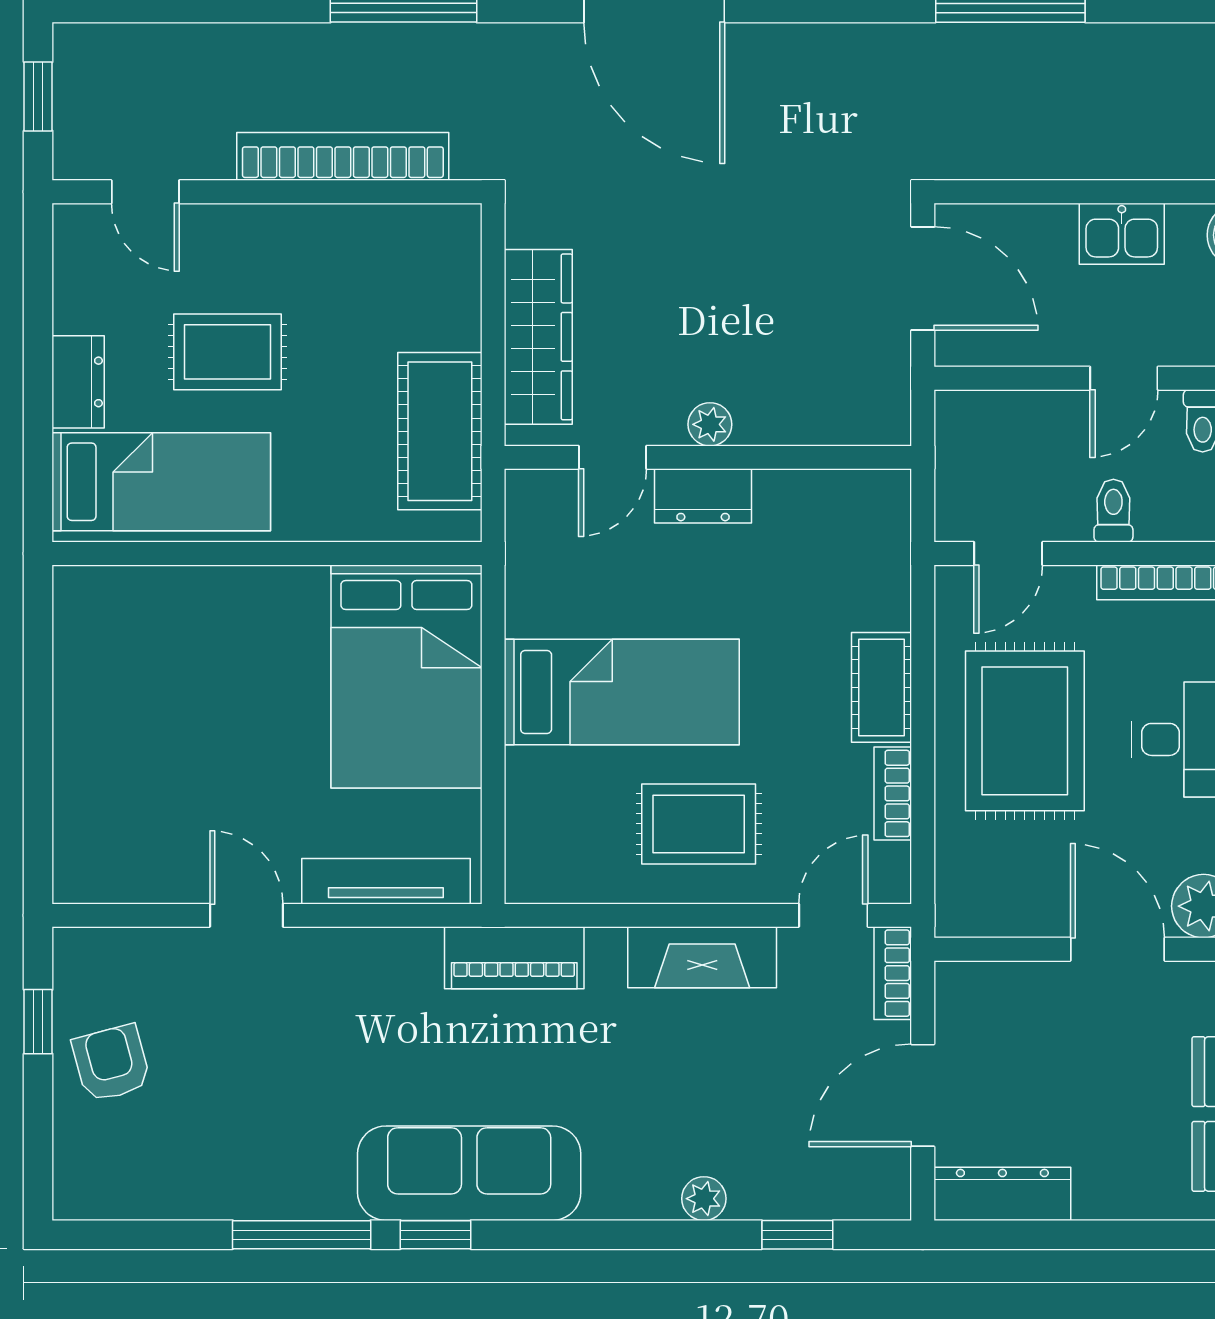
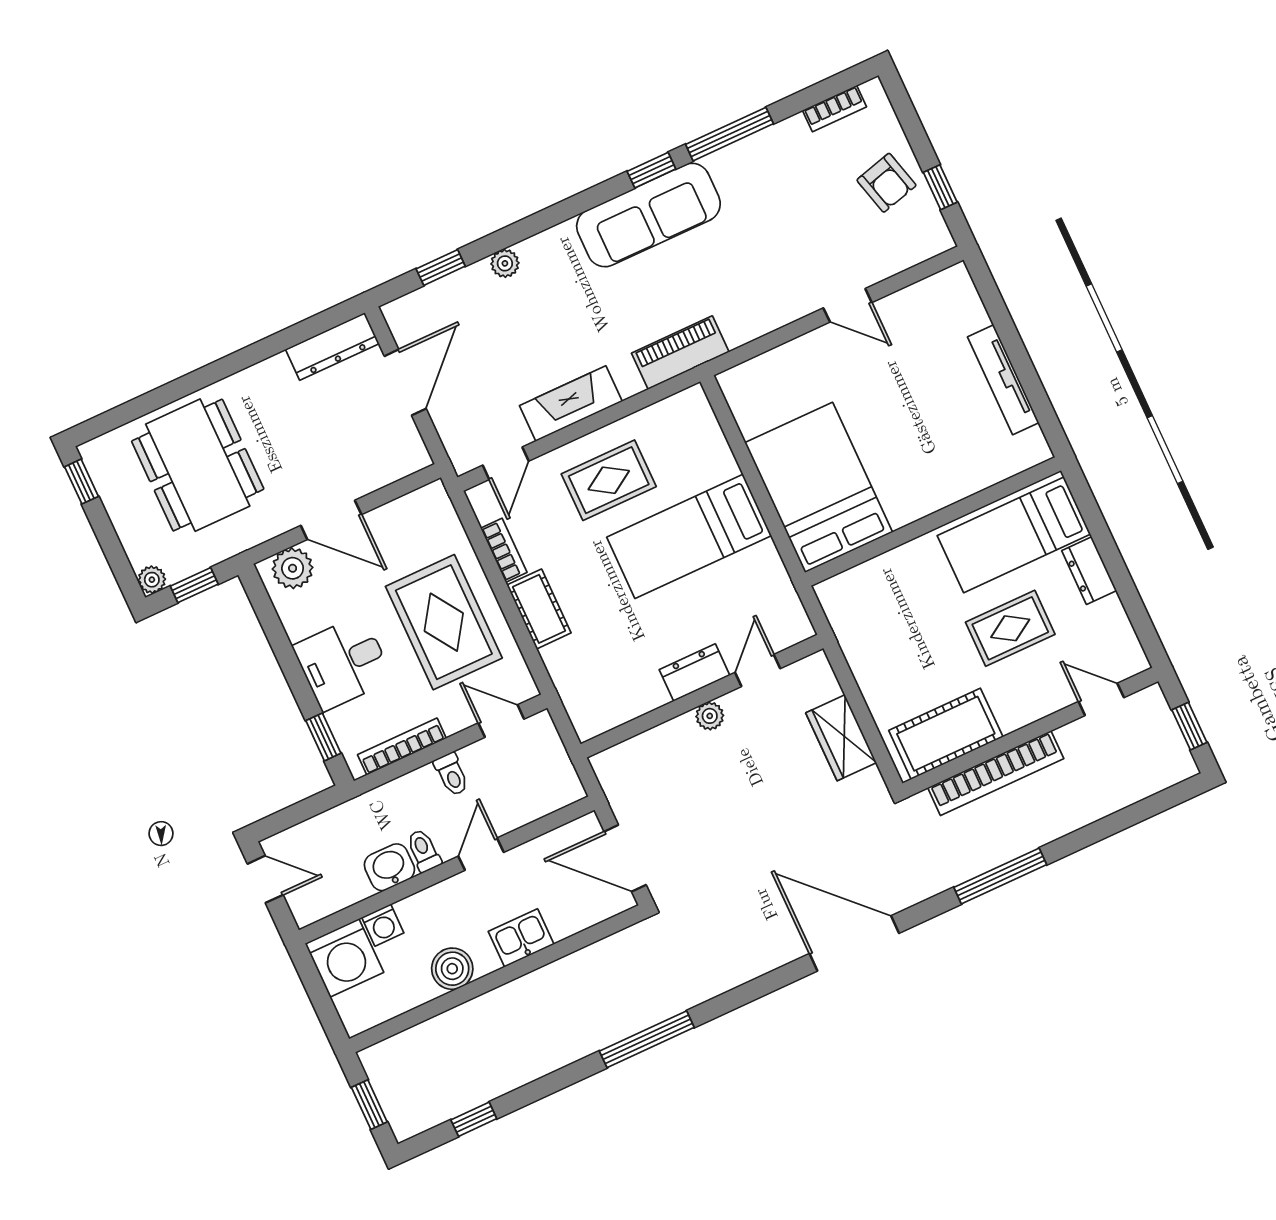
wardrobe: (538, 337) -> (841, 738), width x0.67
cot: (440, 431) -> (946, 734), moved, turned 90
door: (1008, 554) -> (501, 721), hinge flipped
tv unit: (386, 881) -> (1003, 380), moved, turned 90
bookcase: (893, 973) -> (835, 109), moved, turned 90

